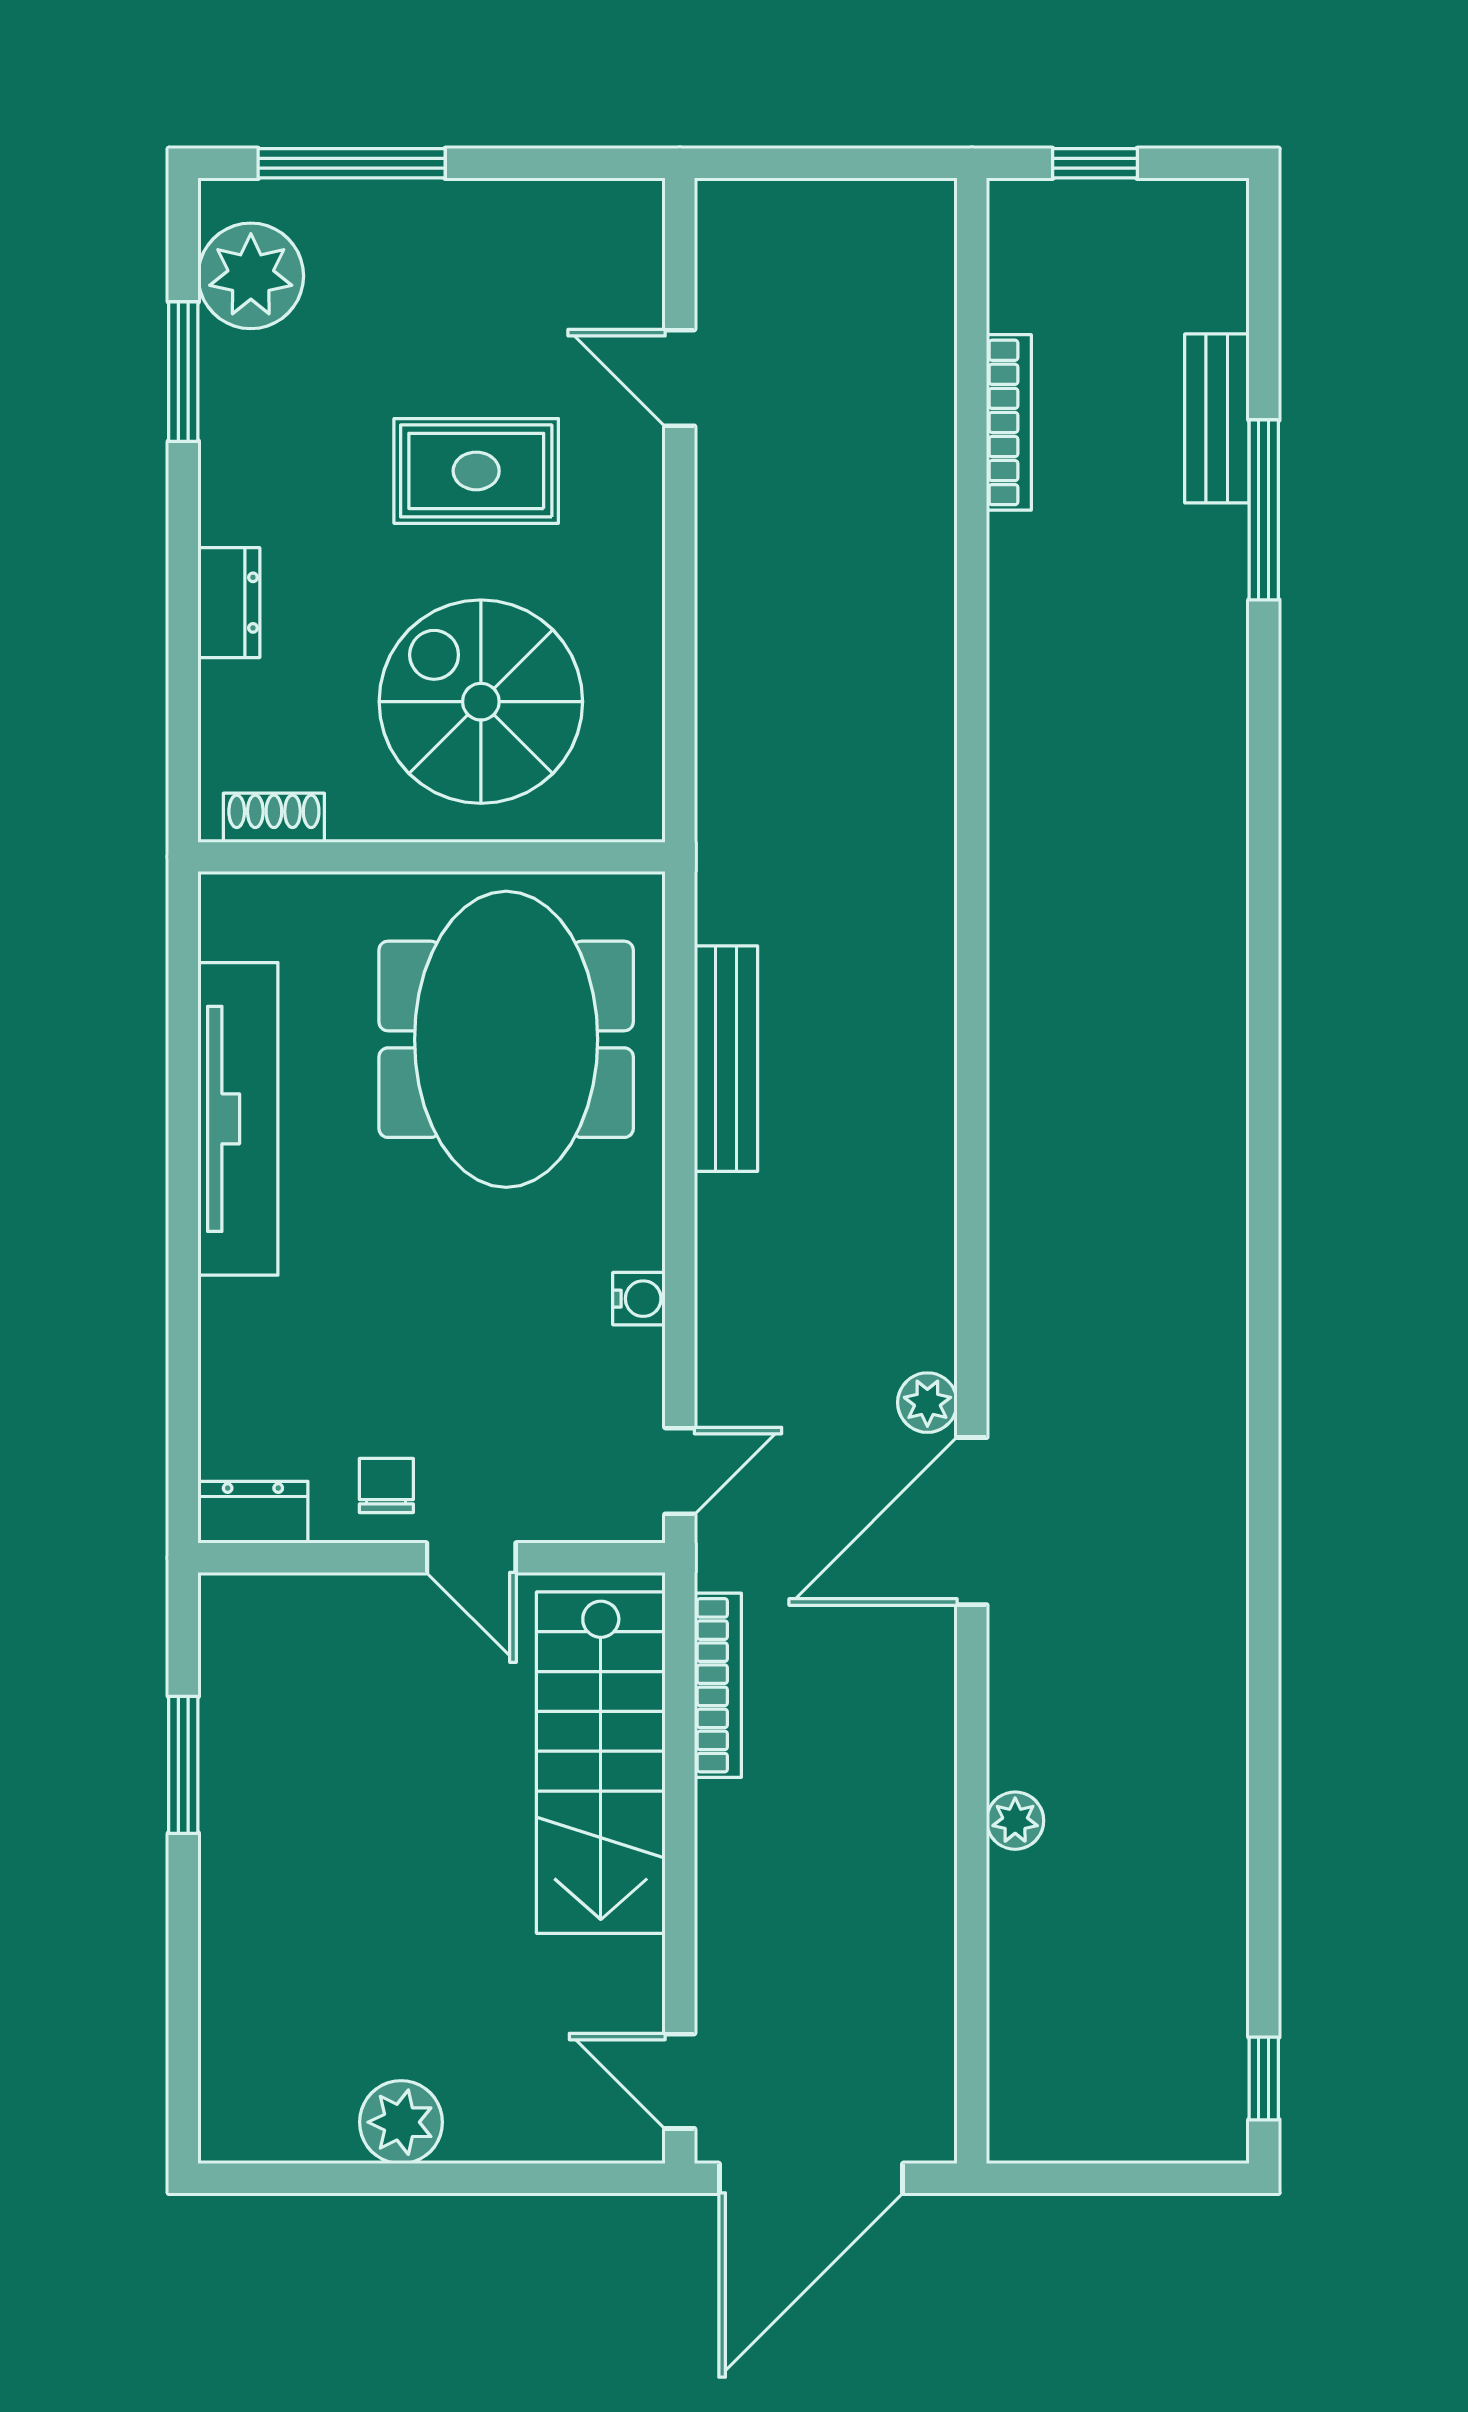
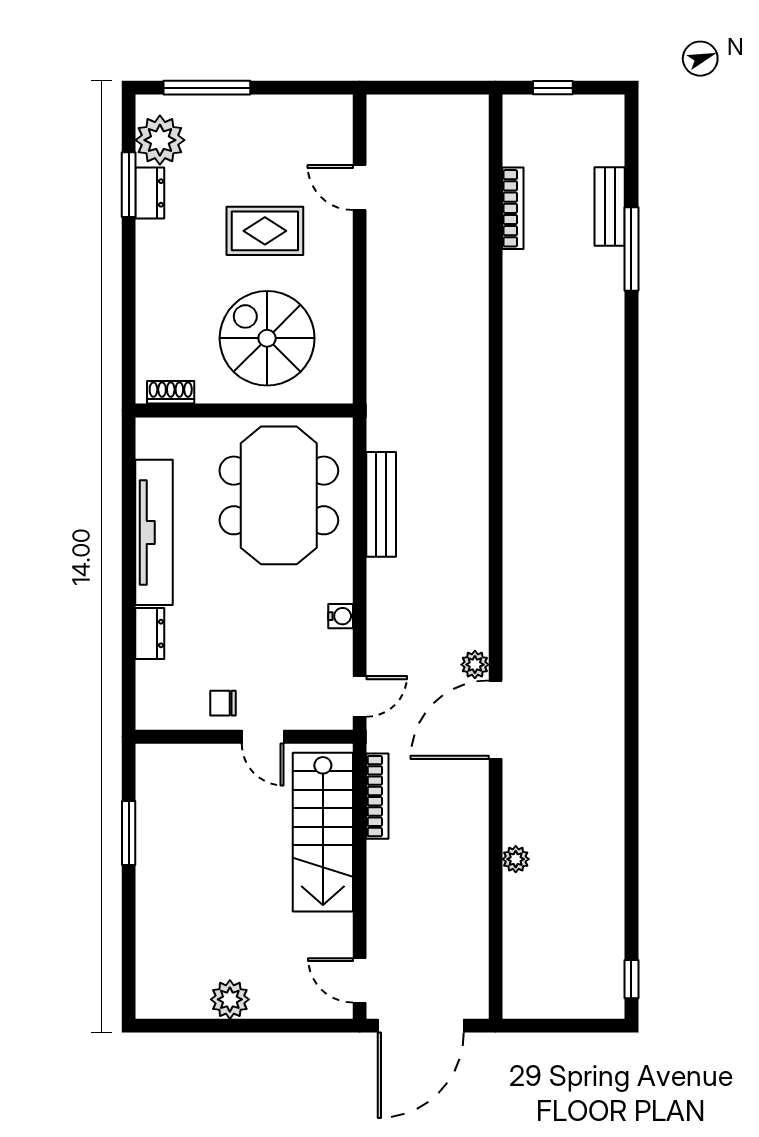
dresser: (229, 603) -> (150, 193), moved
chair: (386, 1486) -> (223, 703), turned -90
dresser: (253, 1512) -> (150, 634), moved, turned 90

